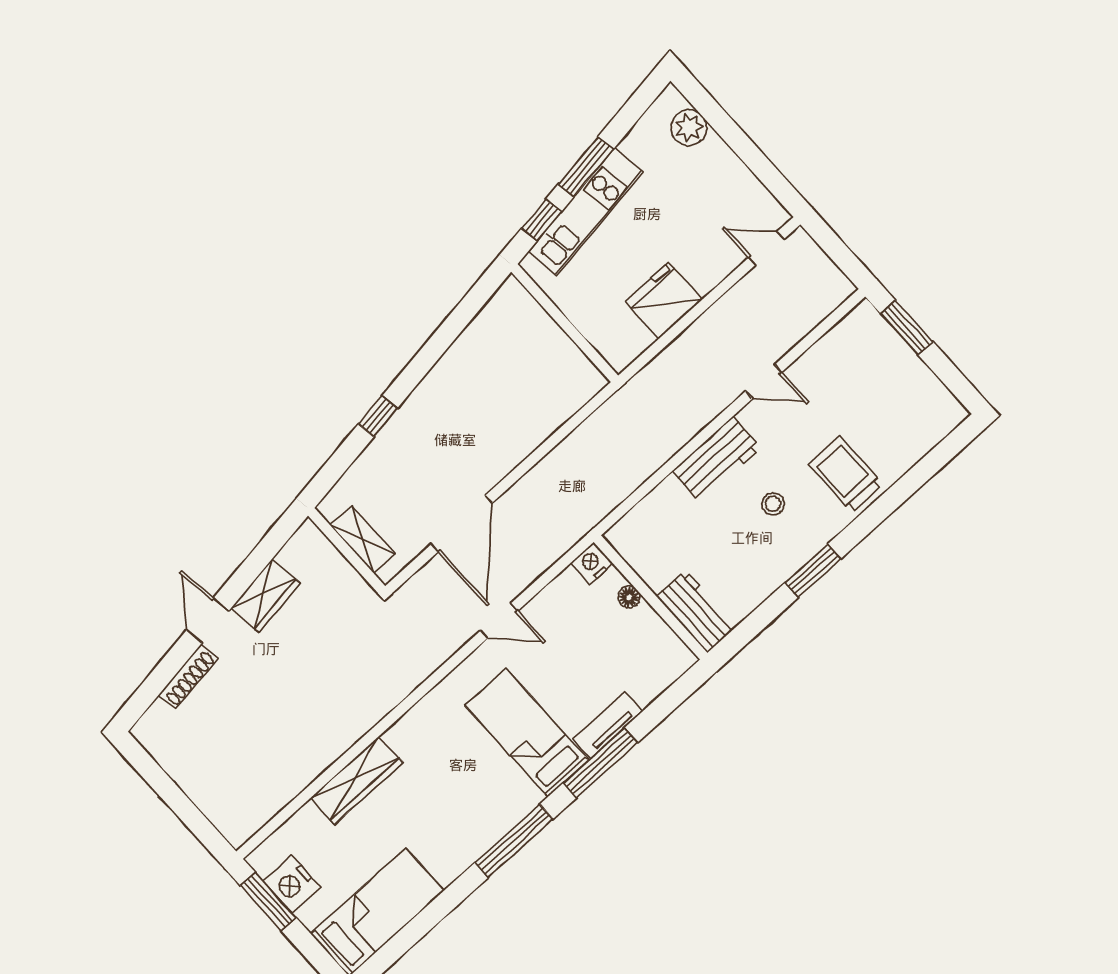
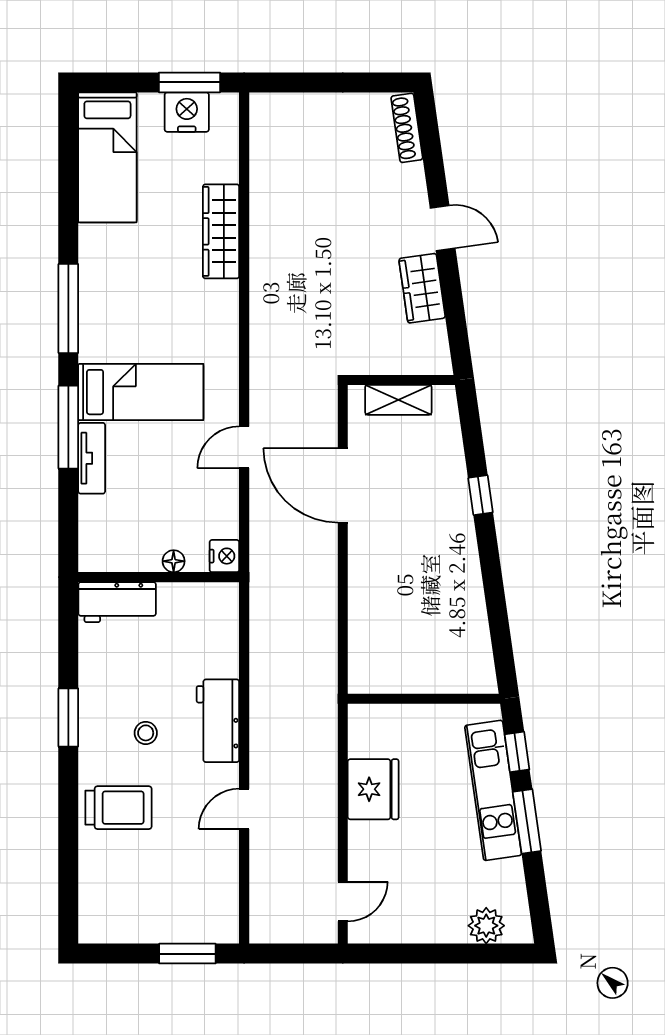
shoe rack: (188, 677) -> (407, 128), moved

